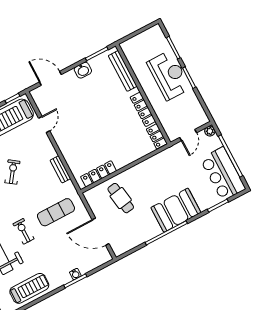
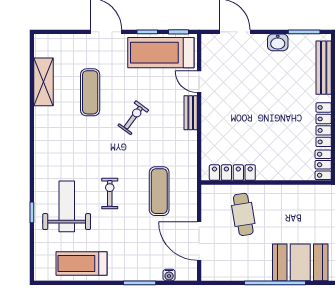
door: (44, 124) -> (199, 82), swing flipped
bench: (60, 169) -> (191, 113), moved
exercise mat: (56, 212) -> (159, 191), turned 90
water cooler: (75, 274) -> (169, 275), moved
treadmill: (29, 288) -> (81, 264), turned 180

